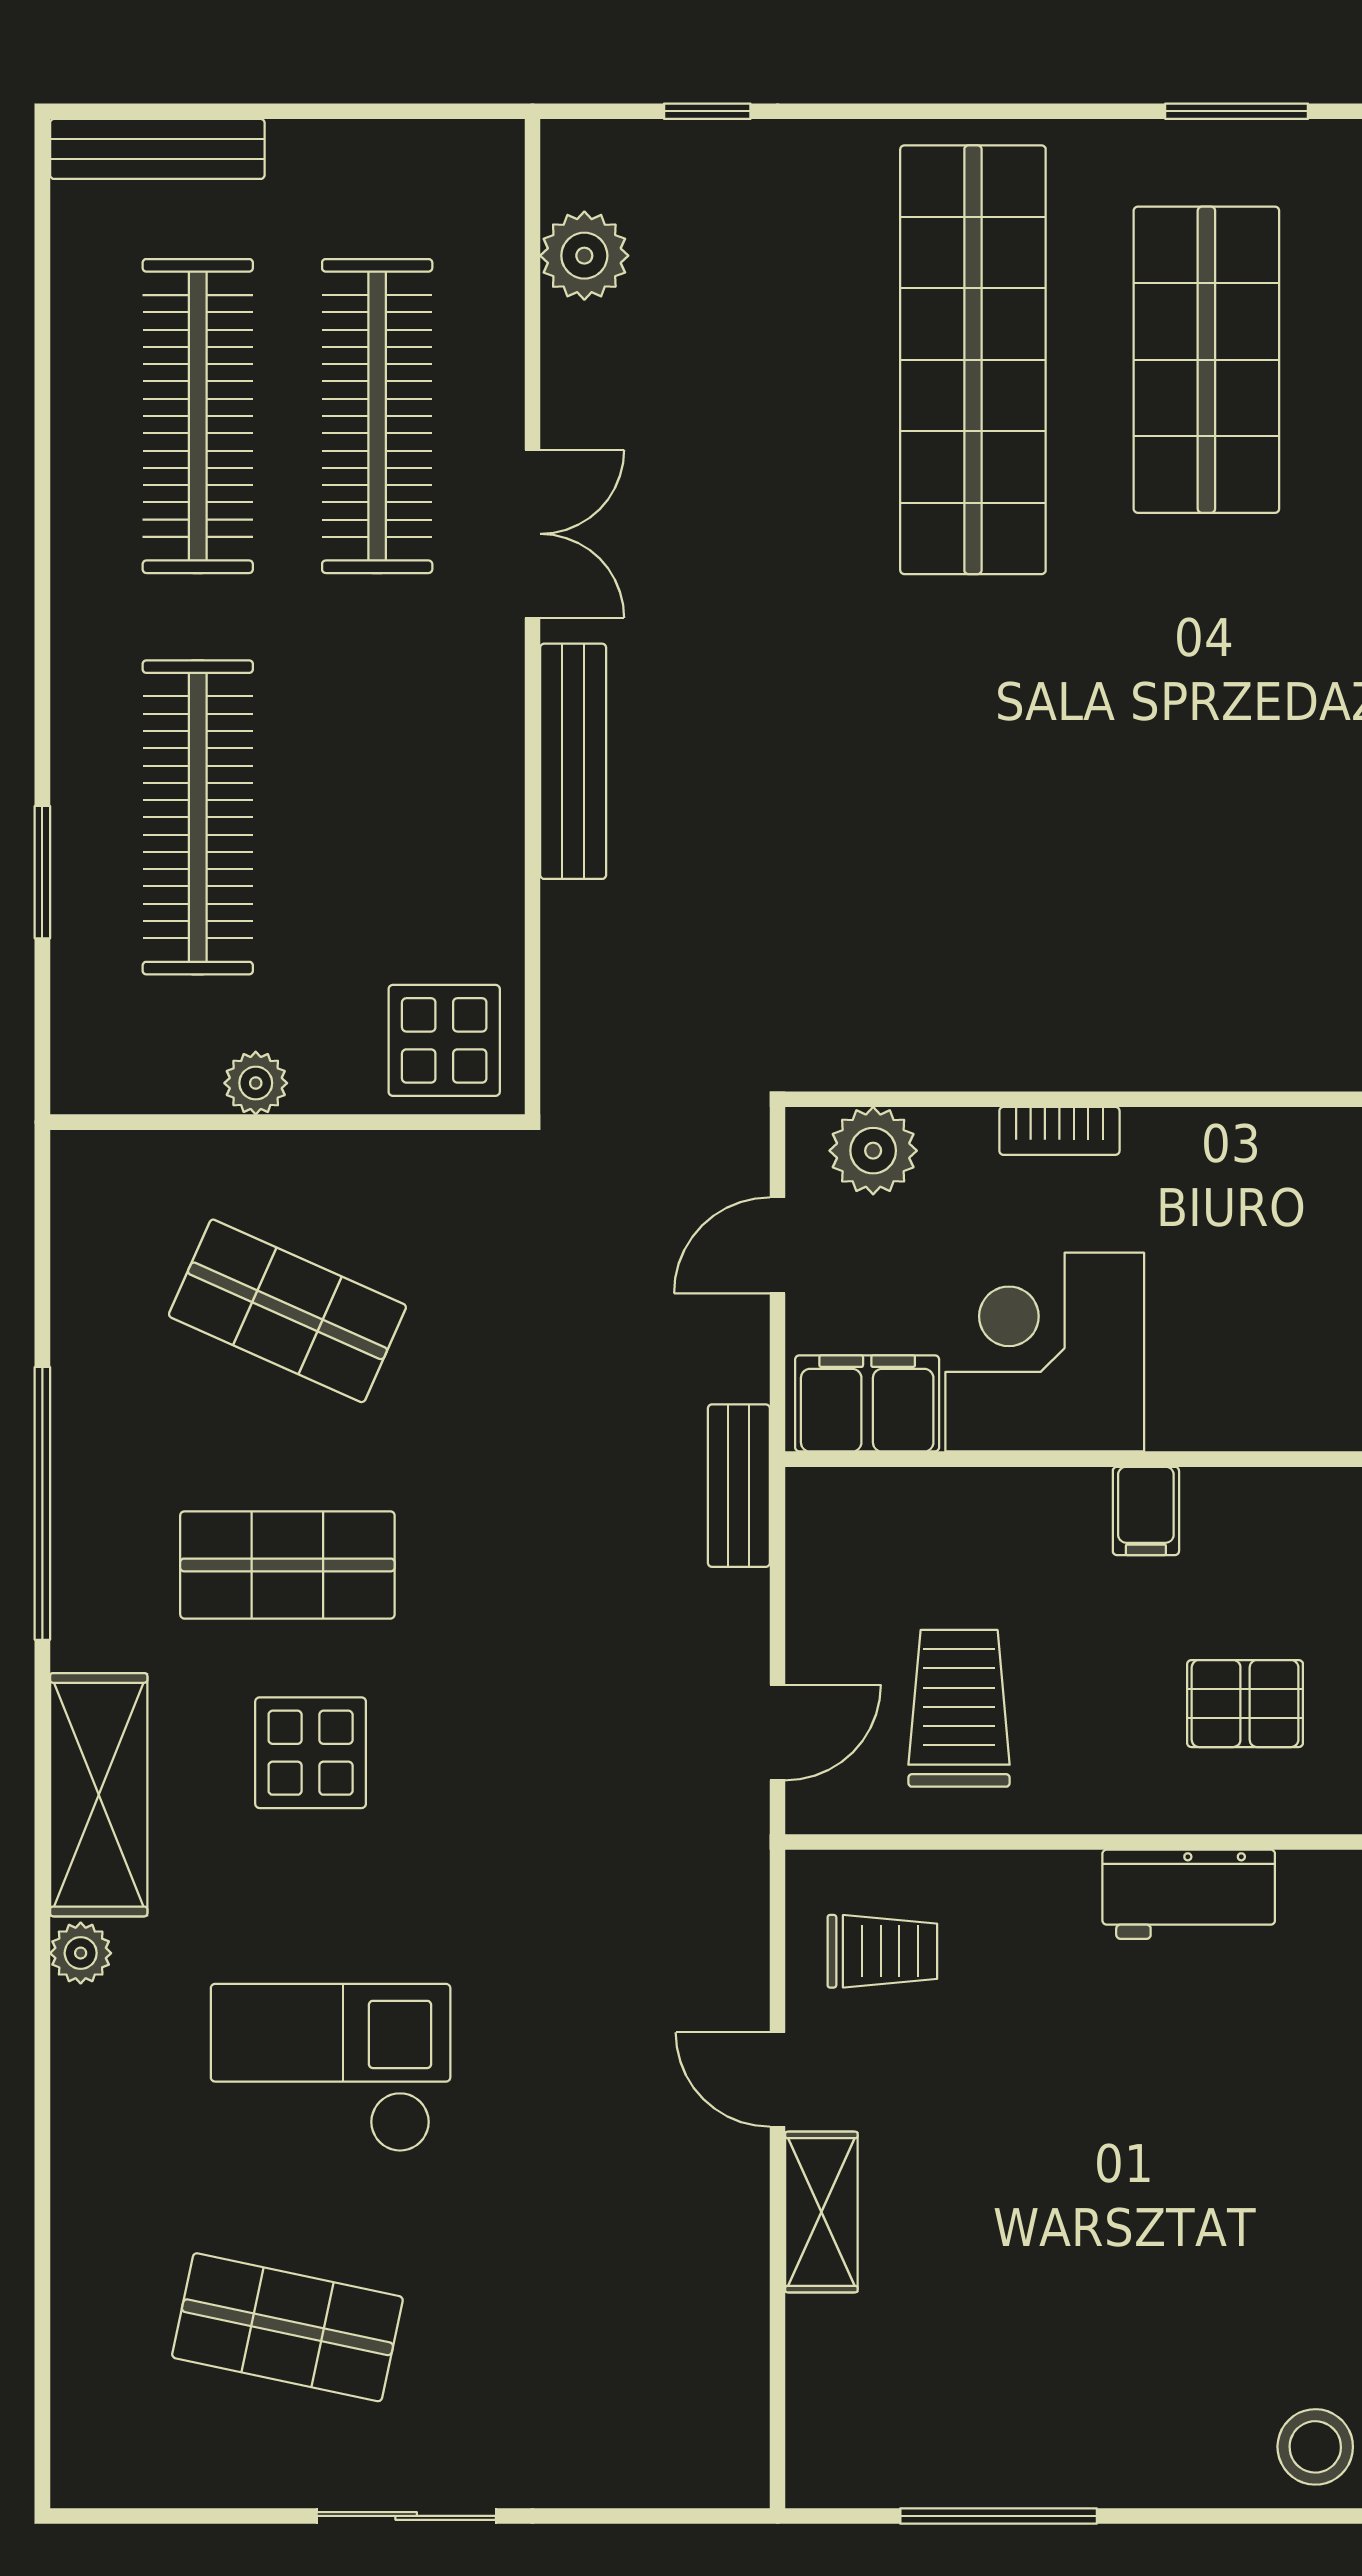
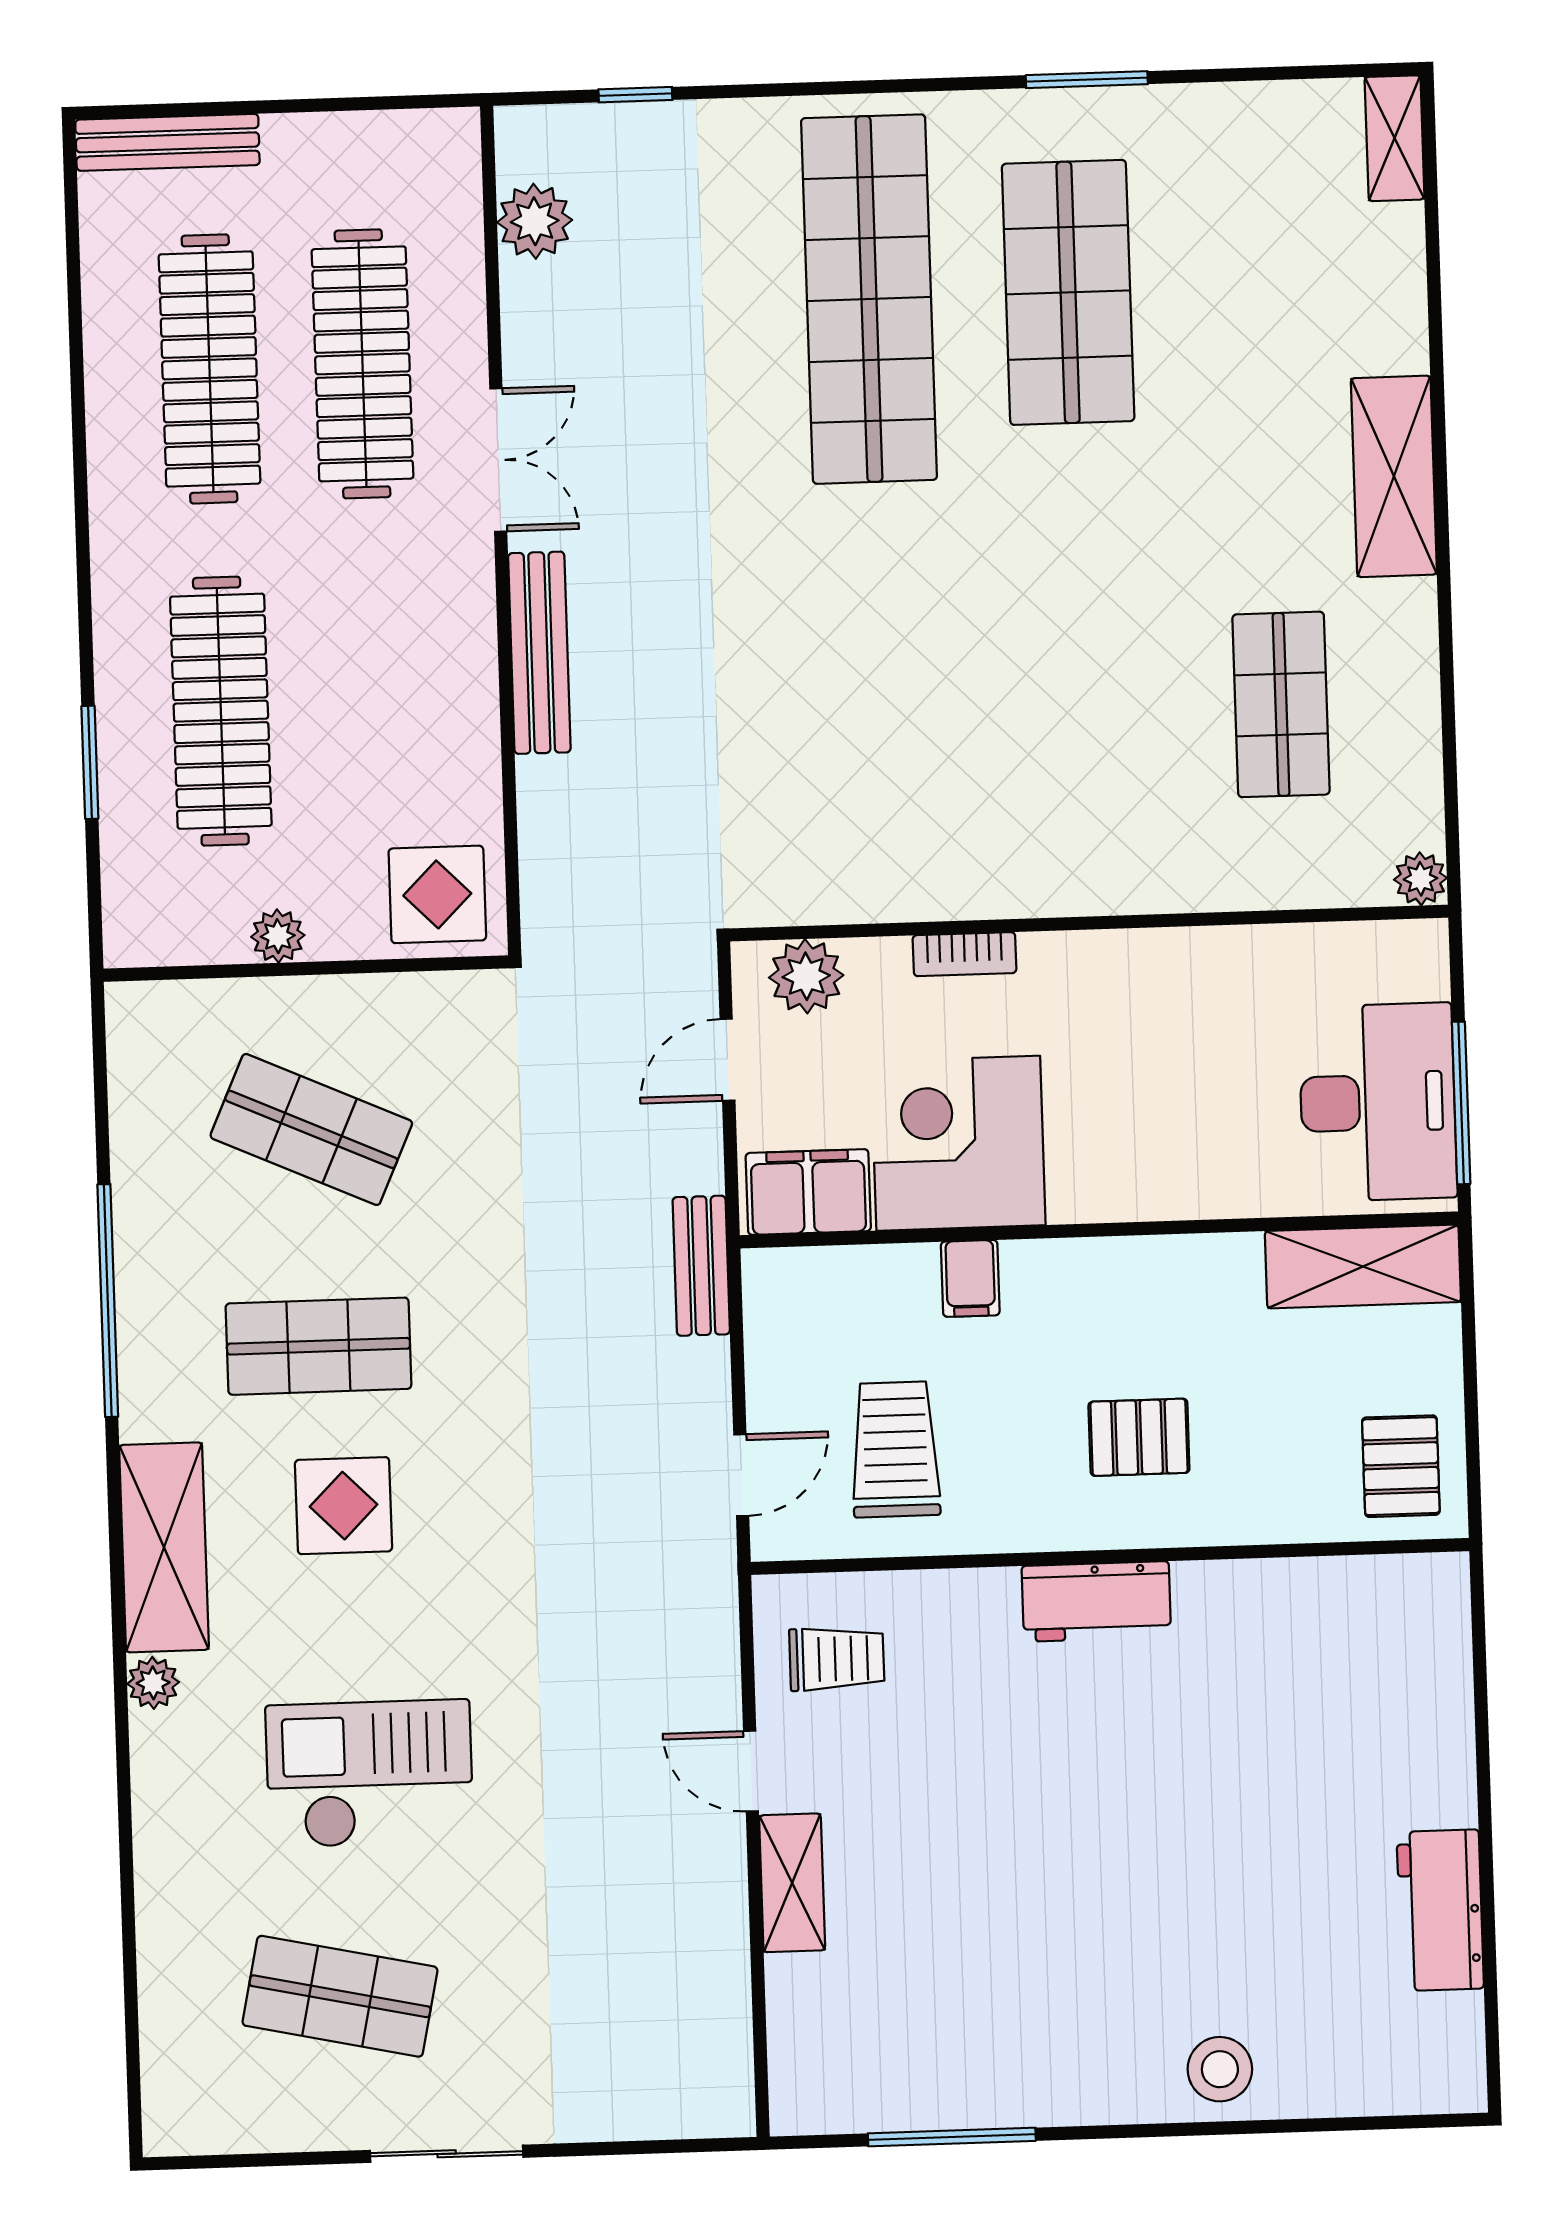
filing cabinet: (1146, 1511) -> (970, 1278), moved

